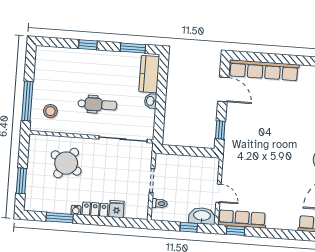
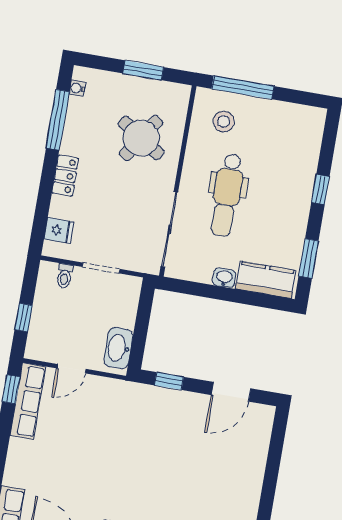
row of seats: (264, 70) -> (254, 457), removed
dental chair: (97, 104) -> (227, 195), width x1.36, depth x1.38
window: (21, 181) -> (143, 70), moved
fridge: (117, 209) -> (59, 230), moved
water cooler: (76, 210) -> (77, 88), moved
washbasin: (202, 216) -> (118, 348), moved, turned 180
window: (60, 218) -> (58, 120), width x1.44

